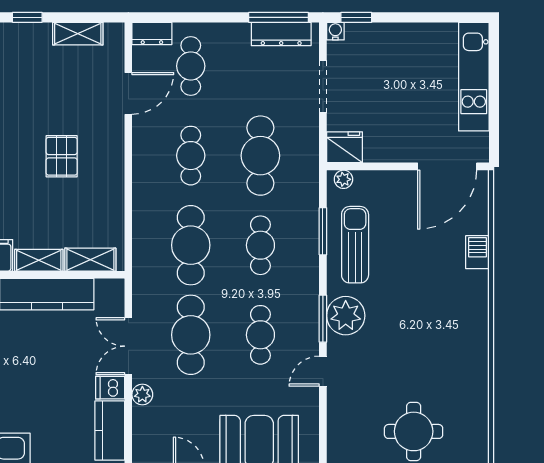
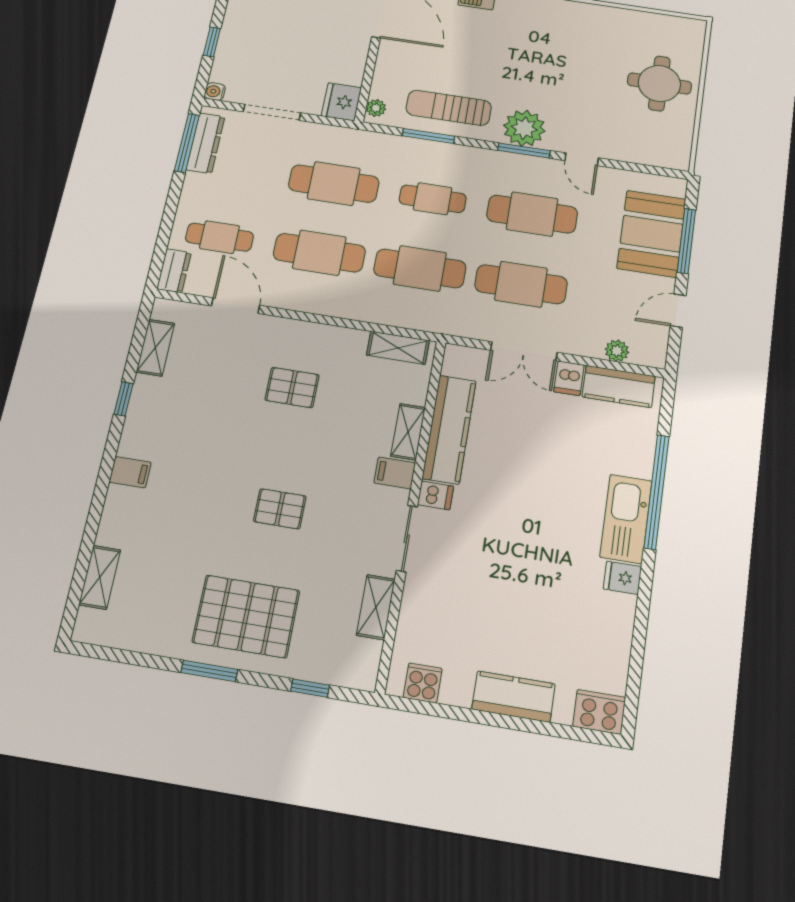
window: (356, 17) -> (212, 42), moved
cafe table: (191, 156) -> (319, 253), width x1.37, depth x1.35
shelving: (90, 260) -> (398, 348), moved, turned 90
cafe table: (260, 335) -> (532, 214), width x1.37, depth x1.35
plant: (142, 395) -> (617, 351), moved

